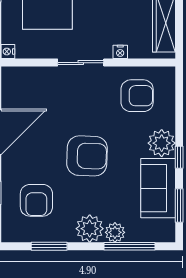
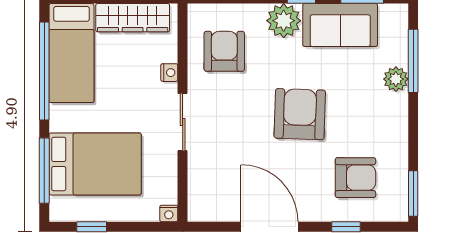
plant: (90, 229) -> (391, 111), removed
window: (49, 246) -> (413, 193), moved

